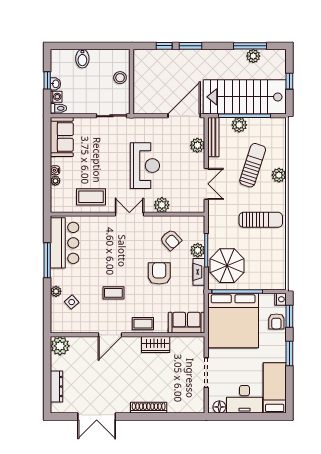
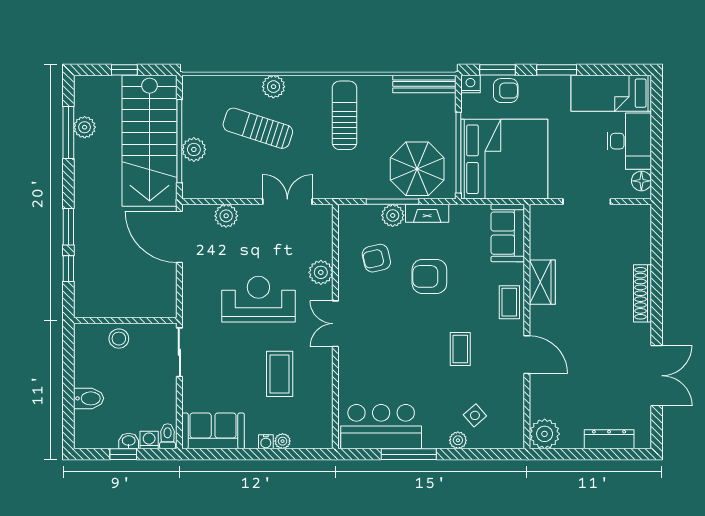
bench: (213, 137) -> (424, 84), moved
coffee table: (91, 197) -> (280, 374), moved
armchair: (171, 240) -> (376, 258), turned -150

